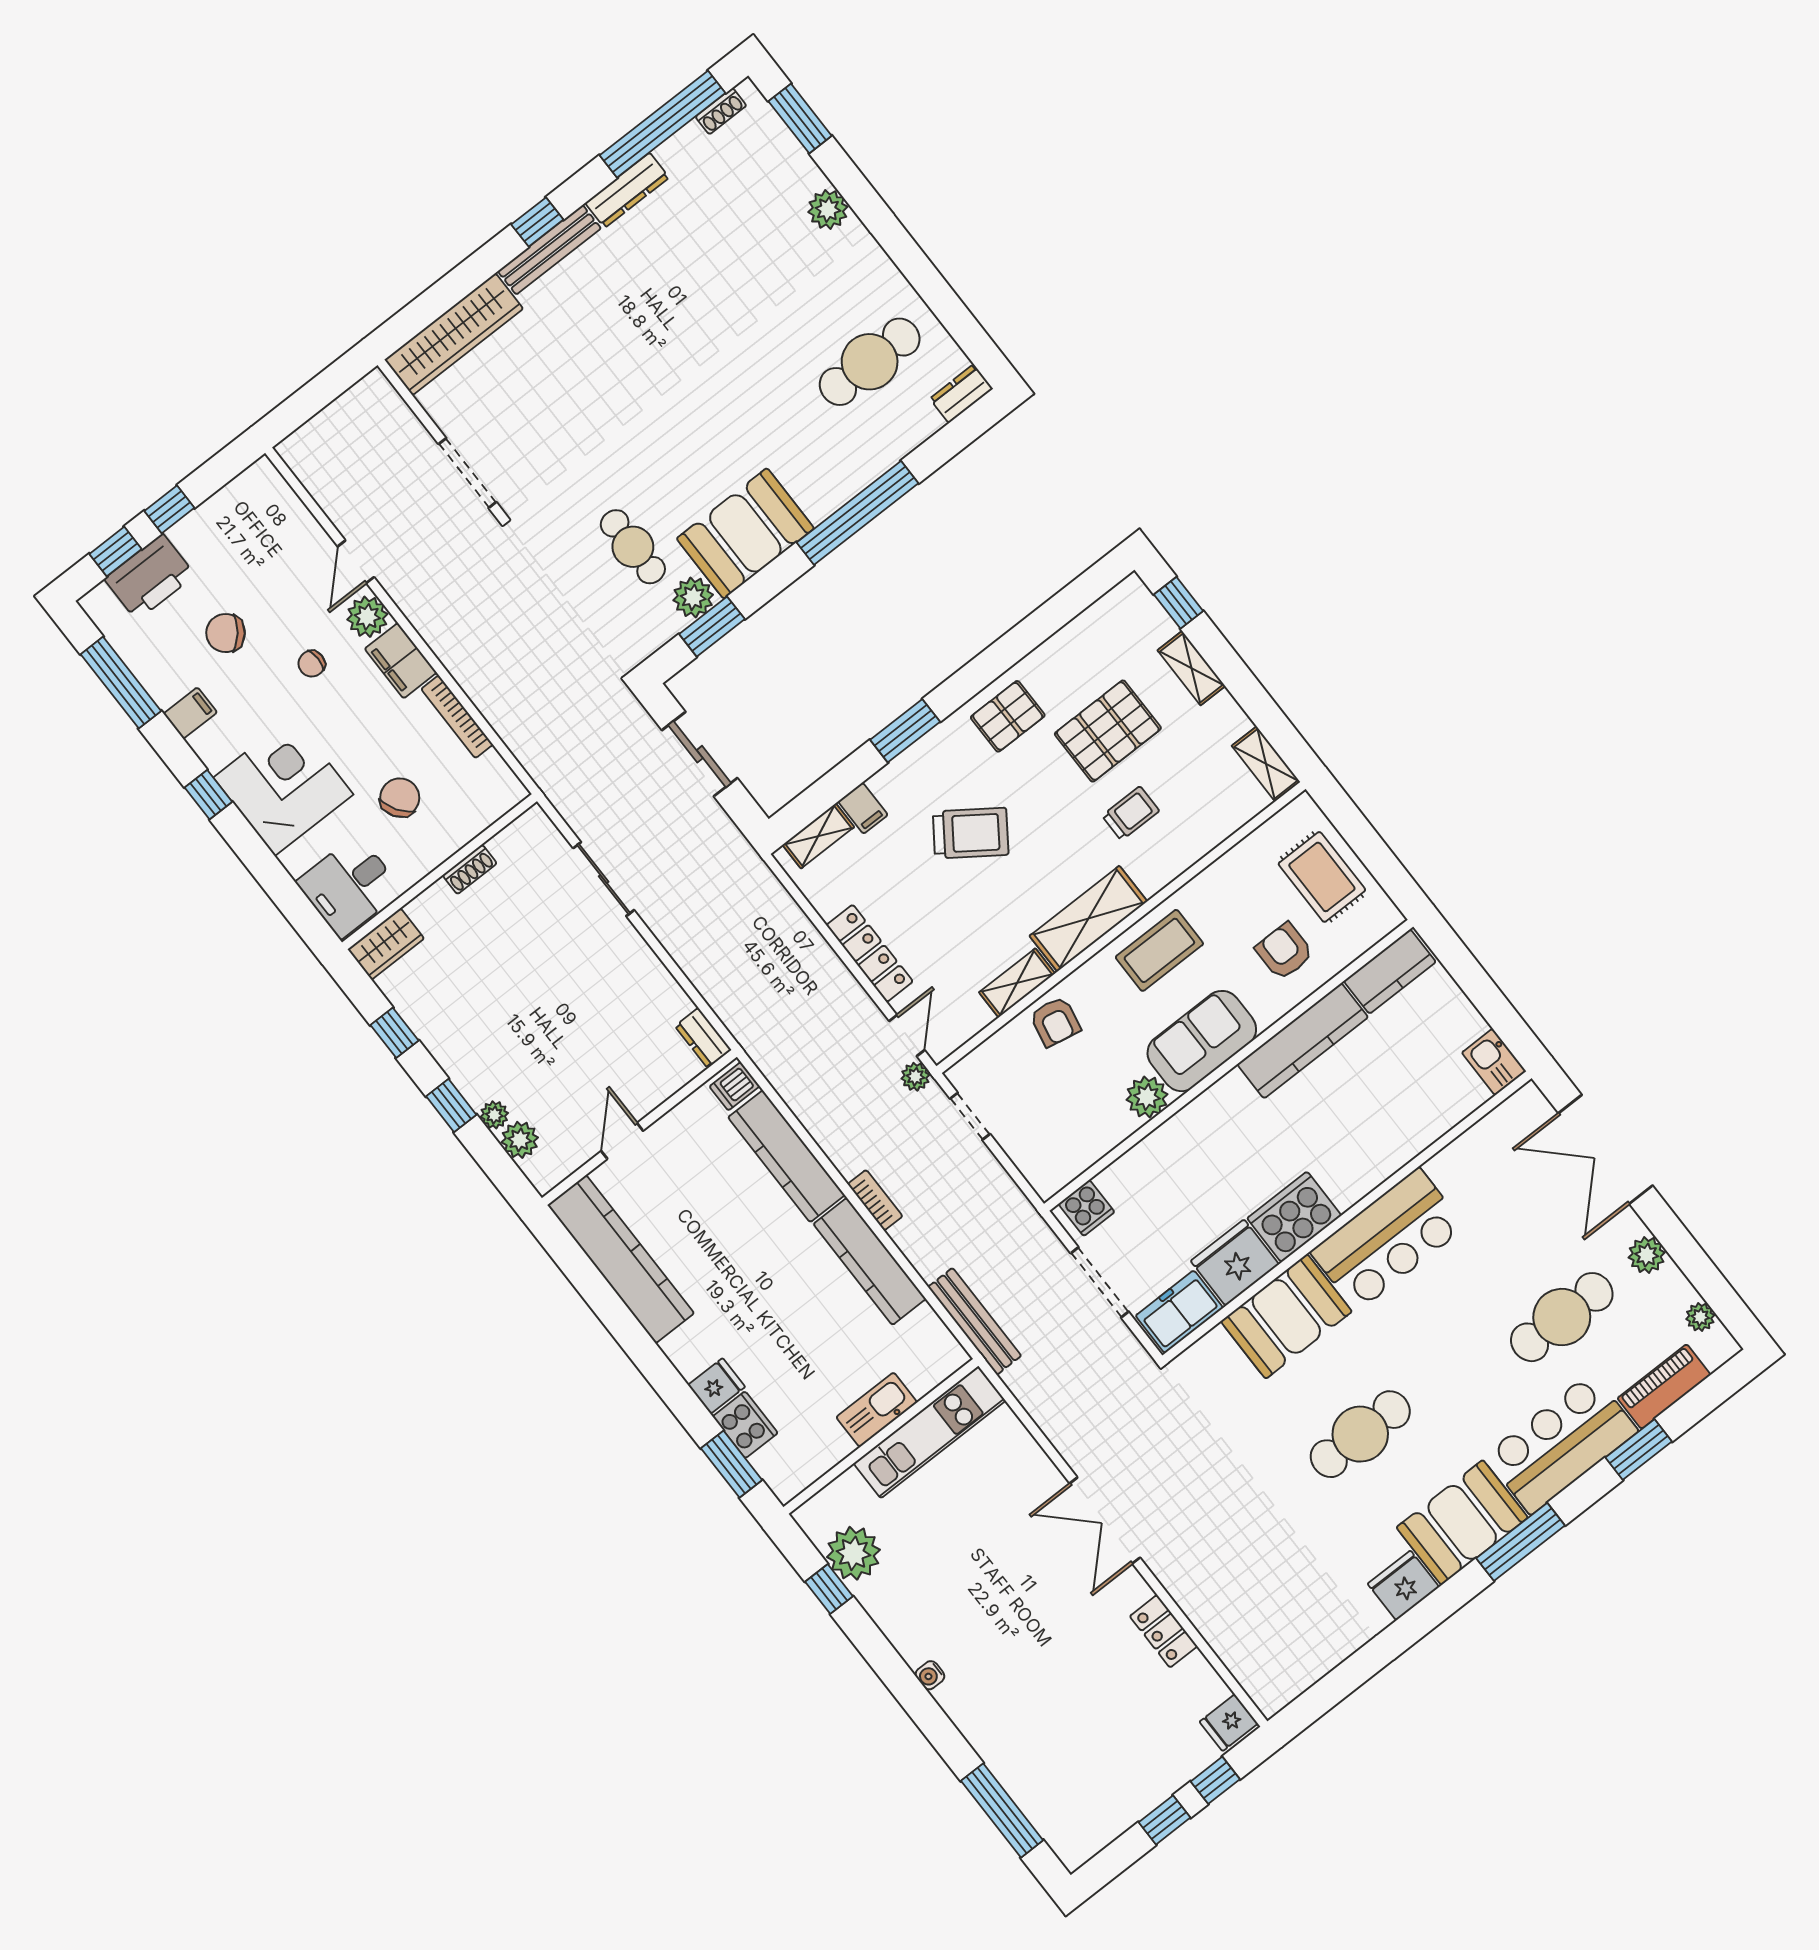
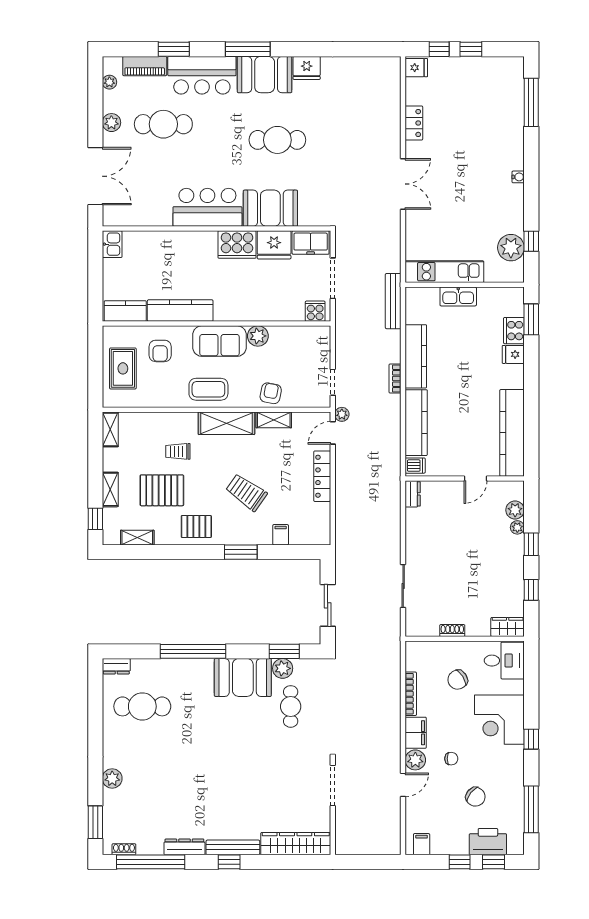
filing cabinet: (190, 713) -> (422, 844), moved, turned 90
shelving: (818, 836) -> (137, 538), moved

